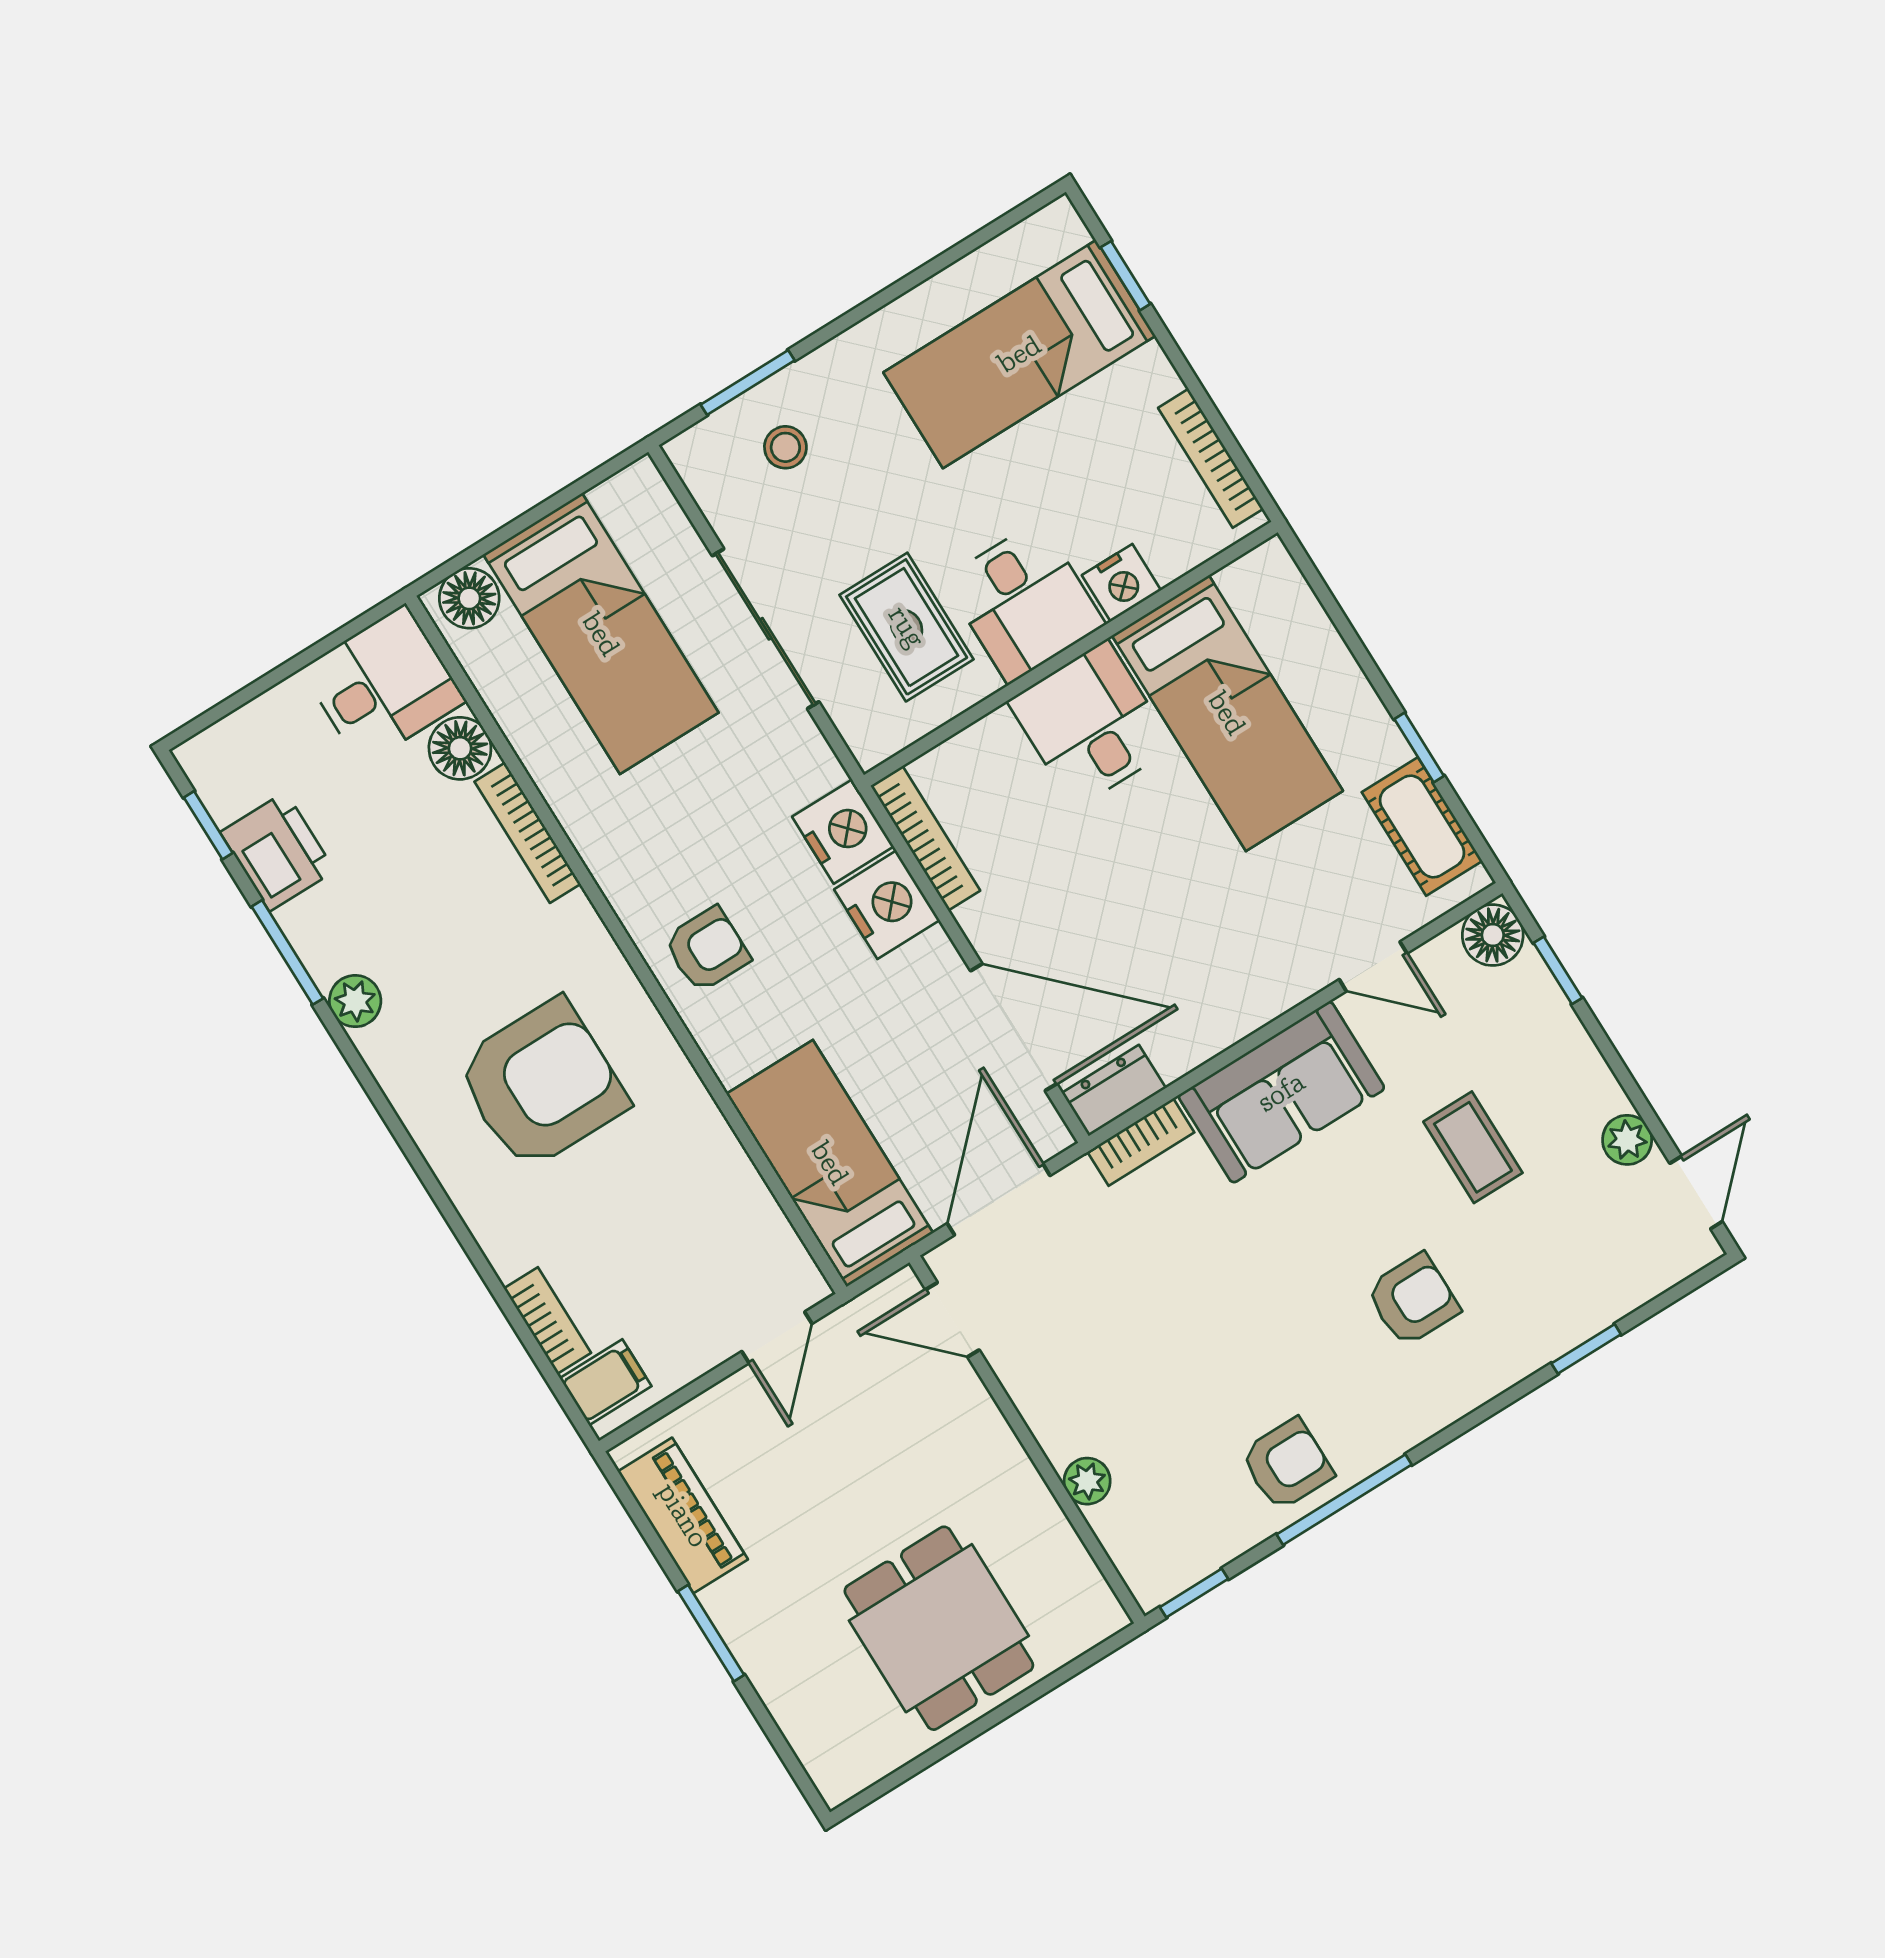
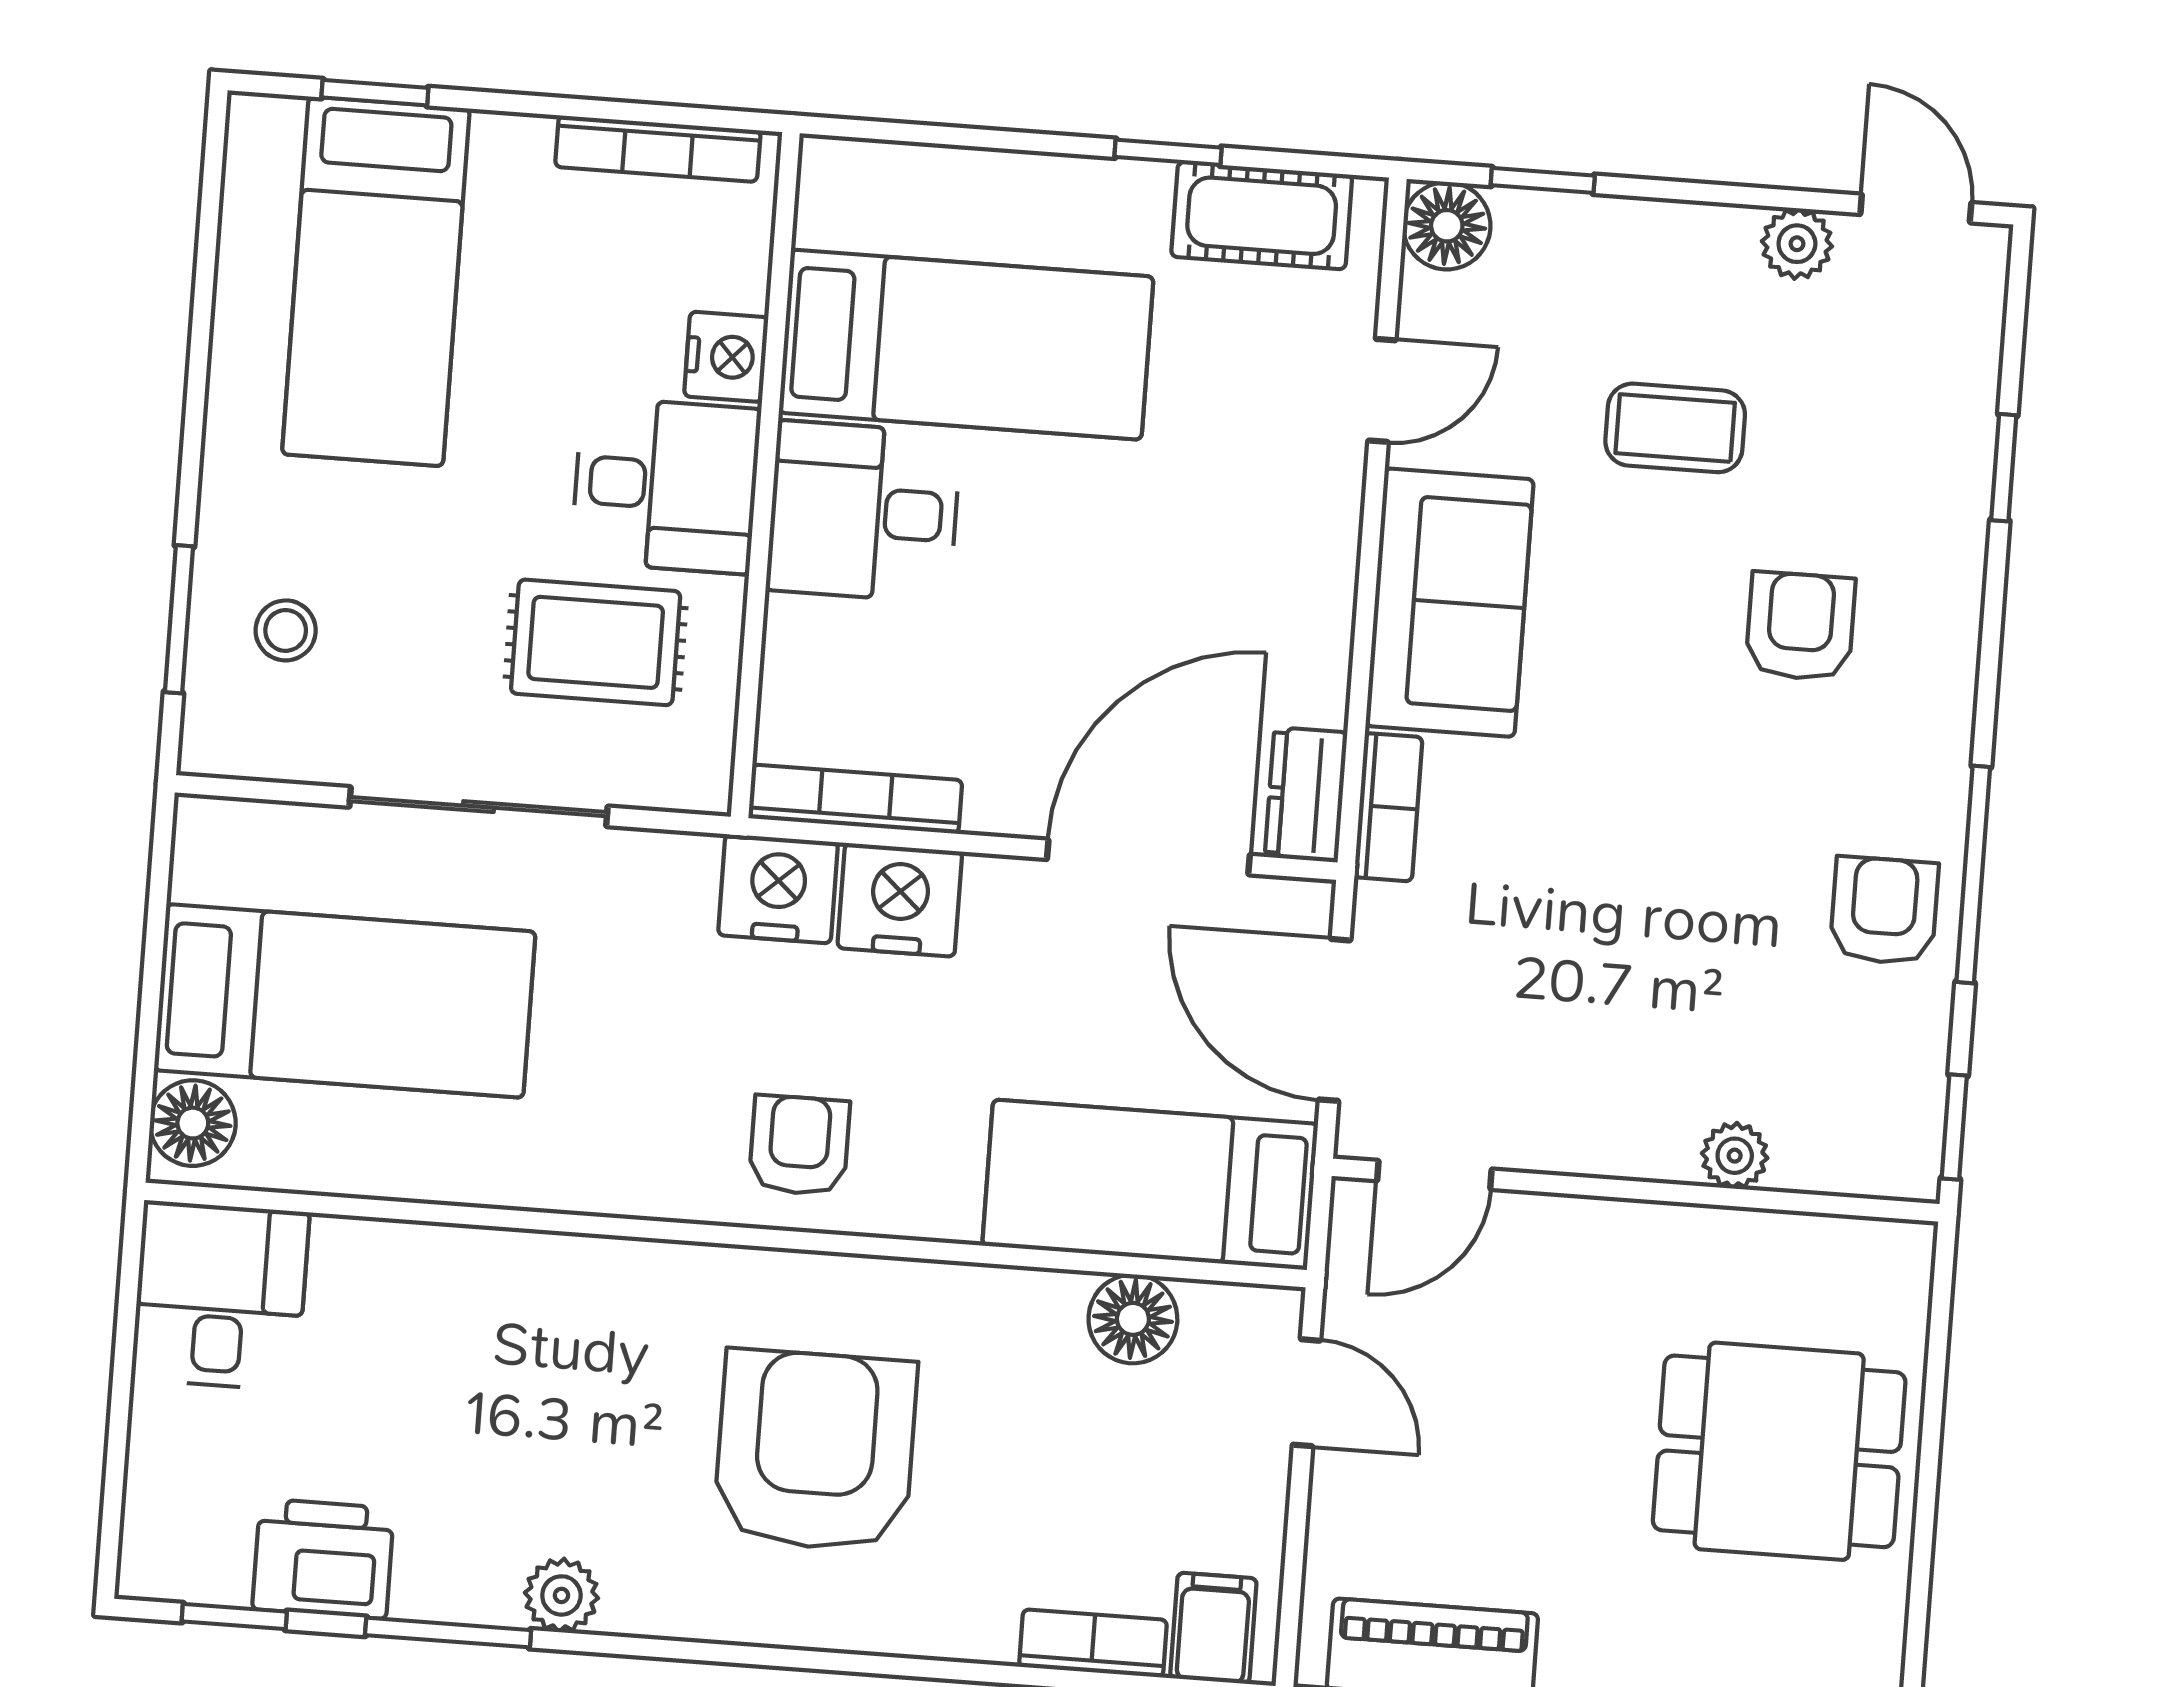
floor lamp: (460, 748) -> (1133, 1319), moved
bookcase: (528, 833) -> (513, 1254), removed

